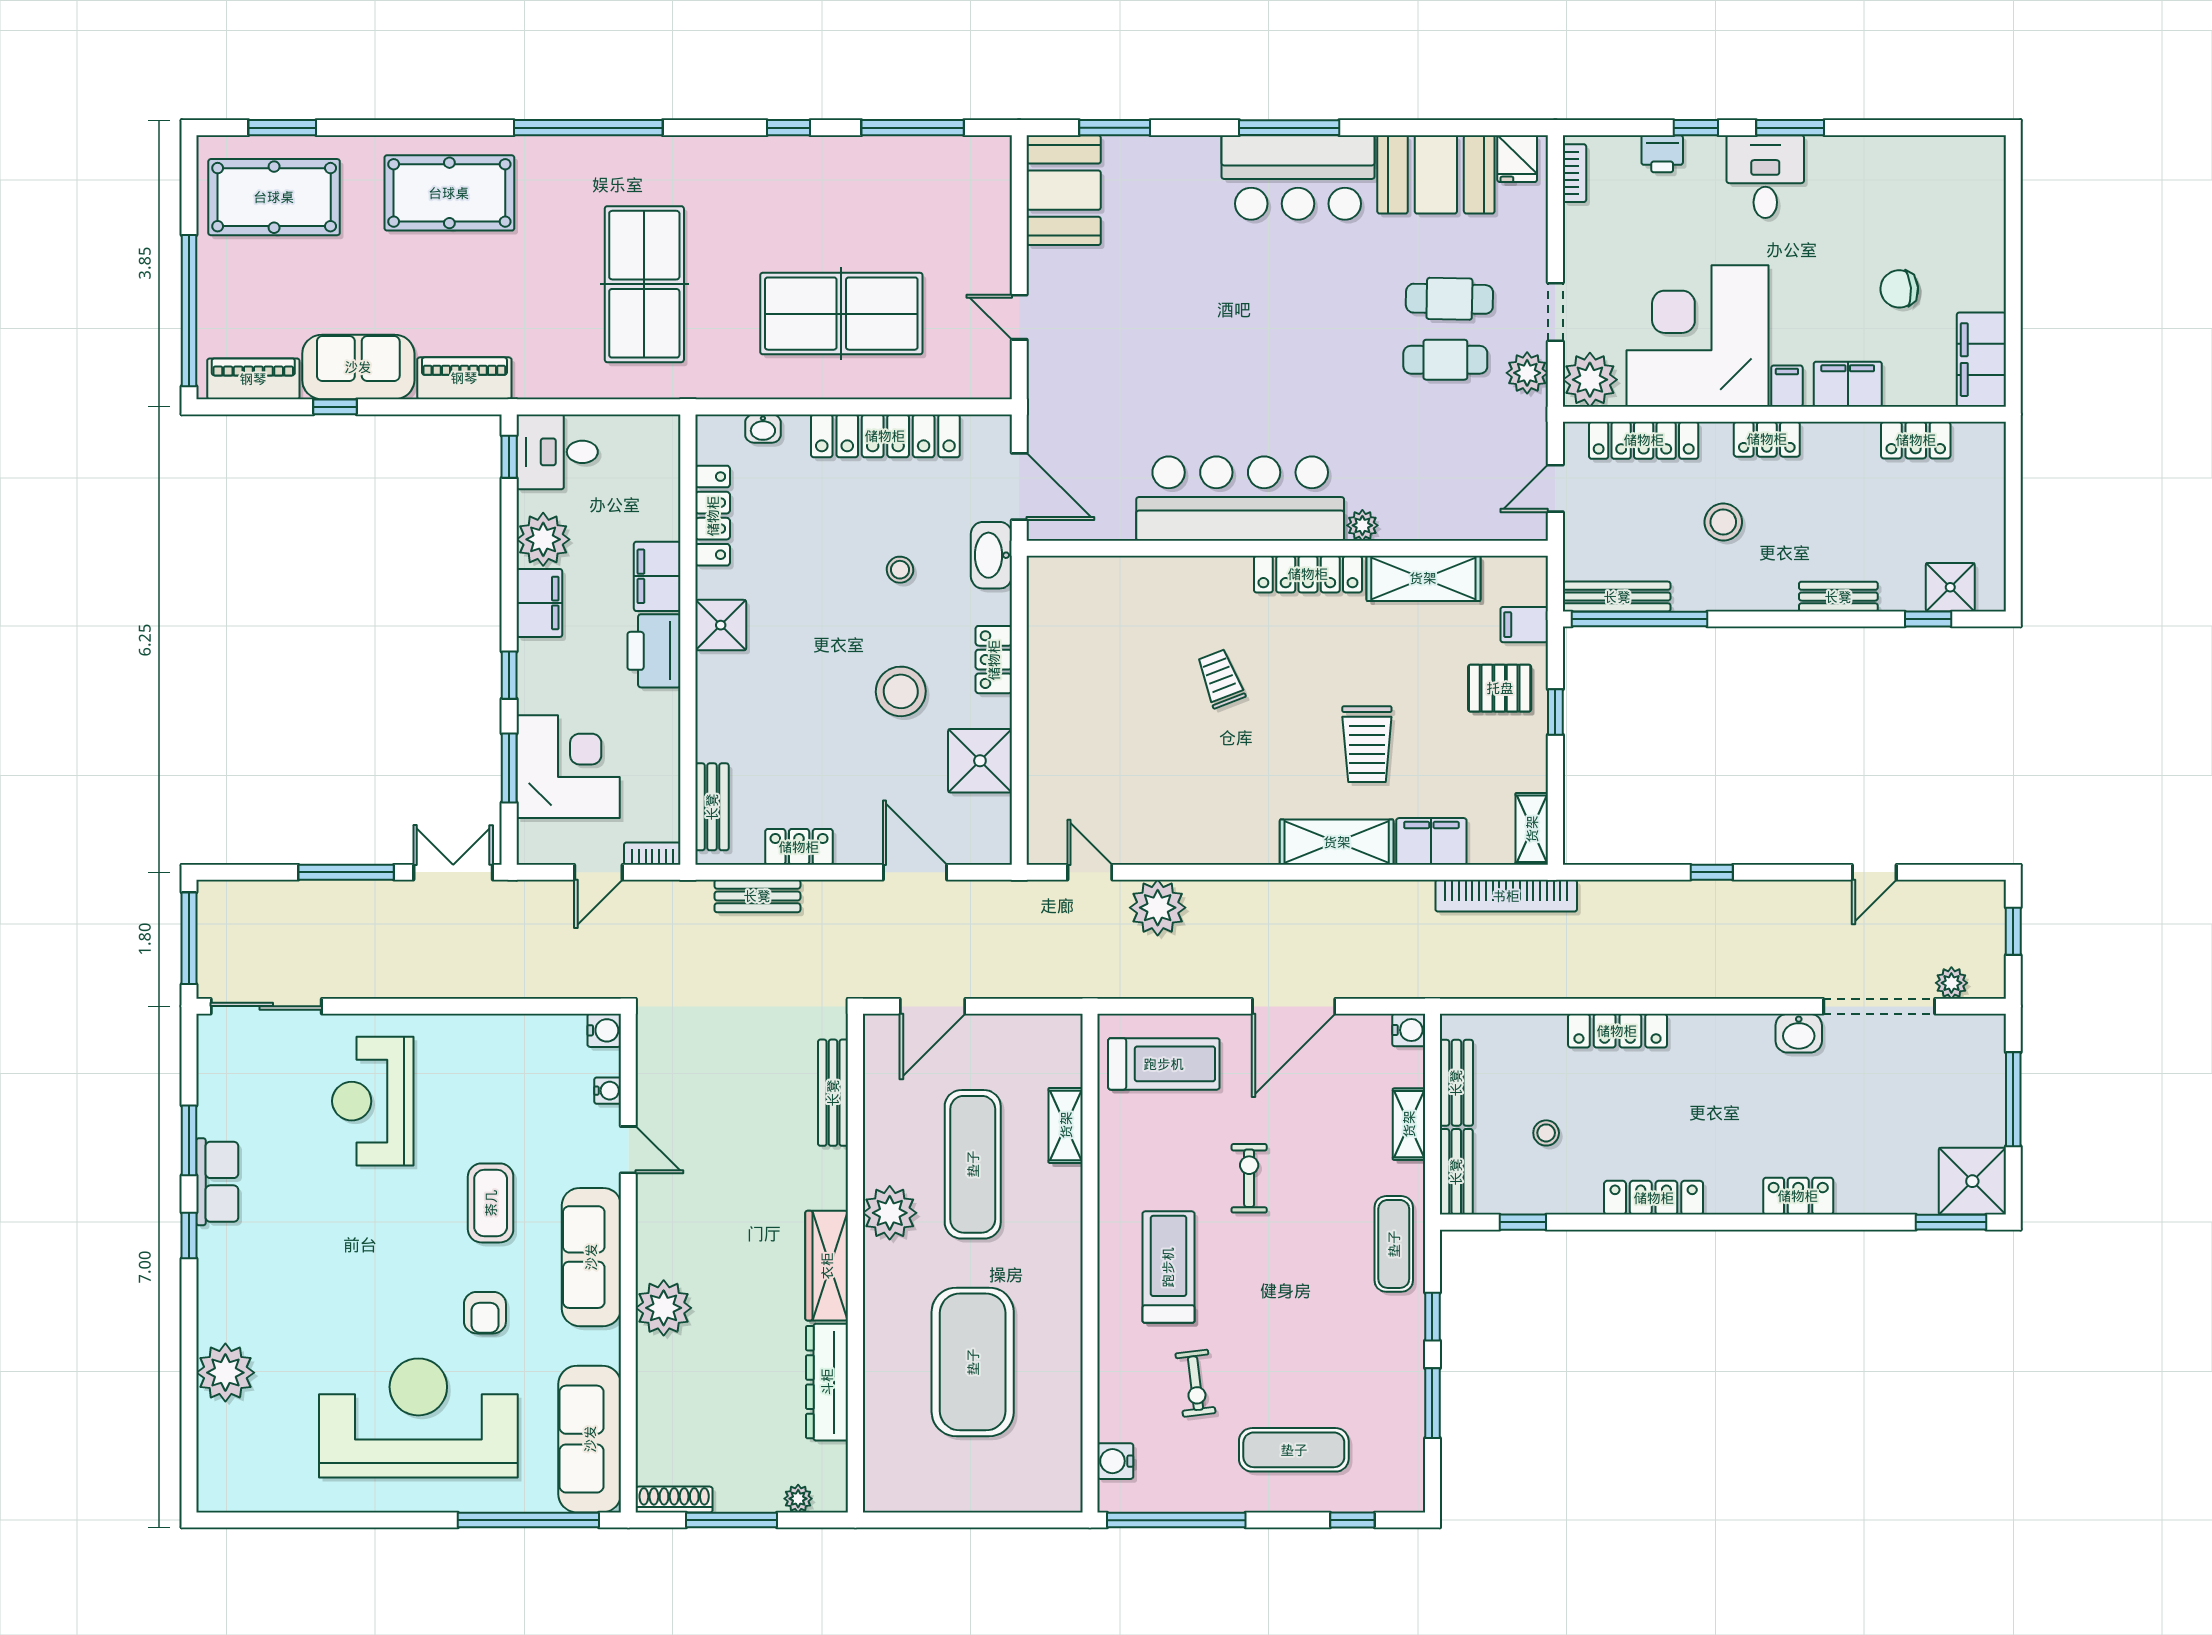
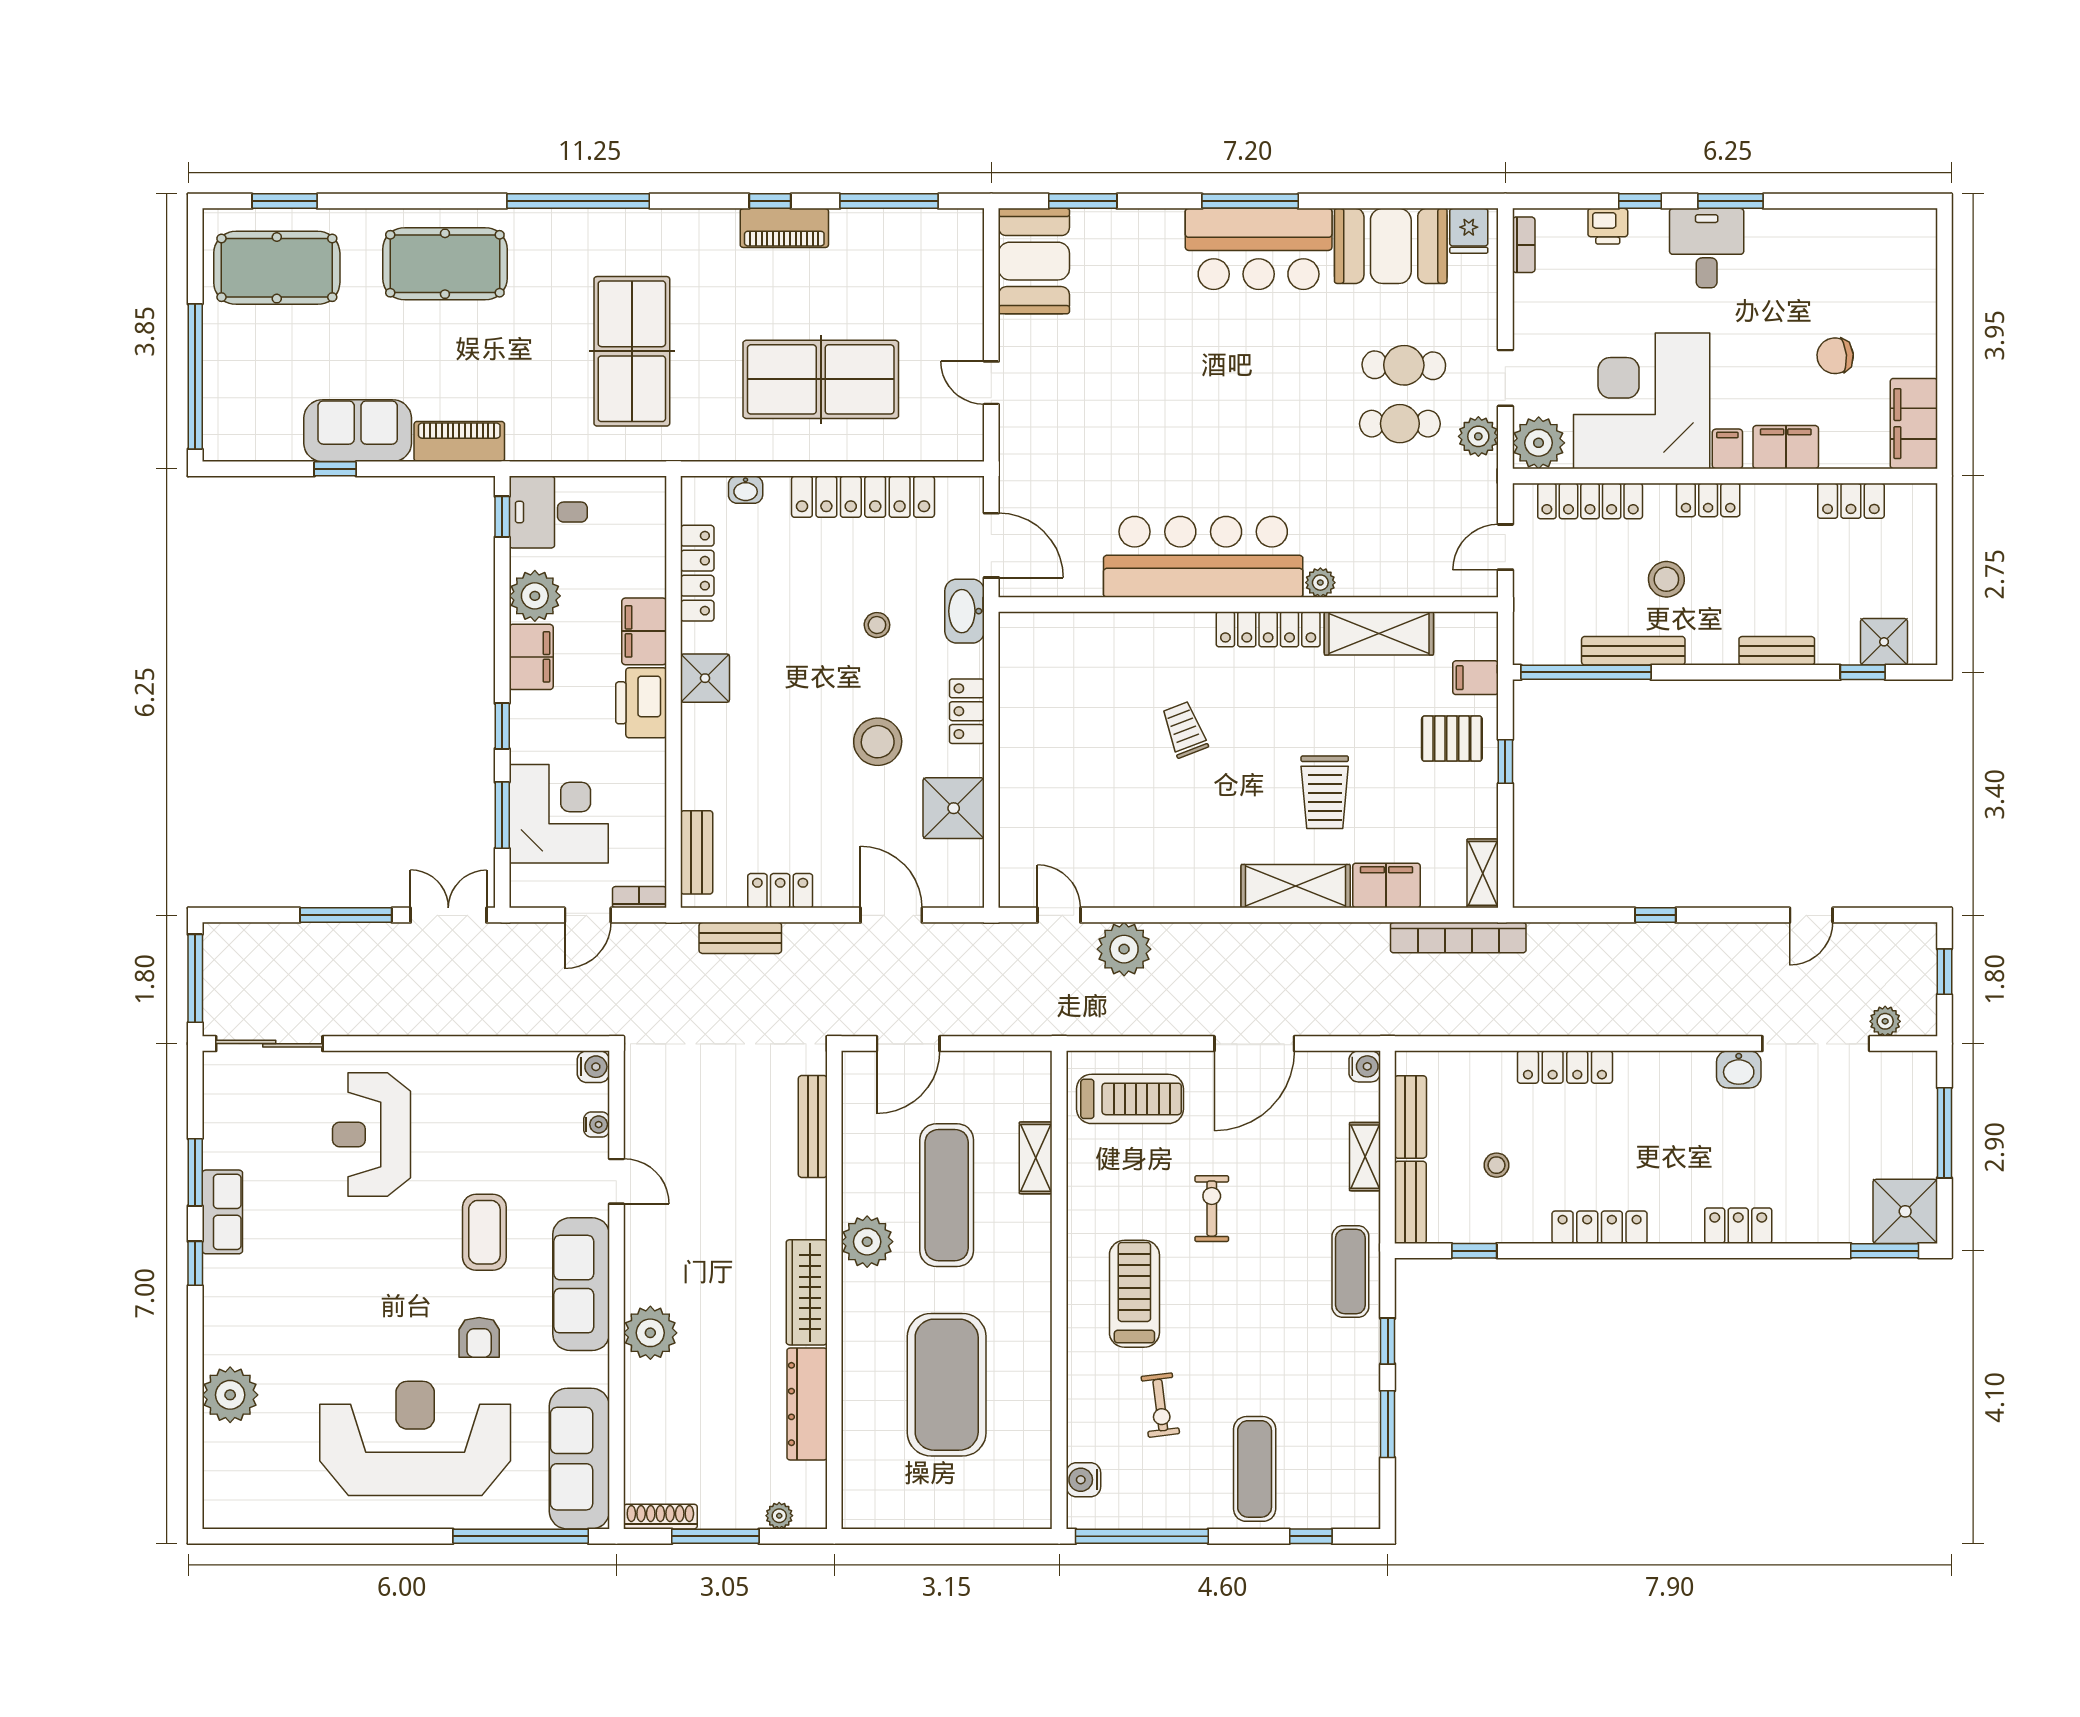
piano: (253, 379) -> (784, 228), moved, turned 180
bench: (1617, 597) -> (1633, 651), moved
exercise mat: (1294, 1450) -> (1255, 1469), turned 90

